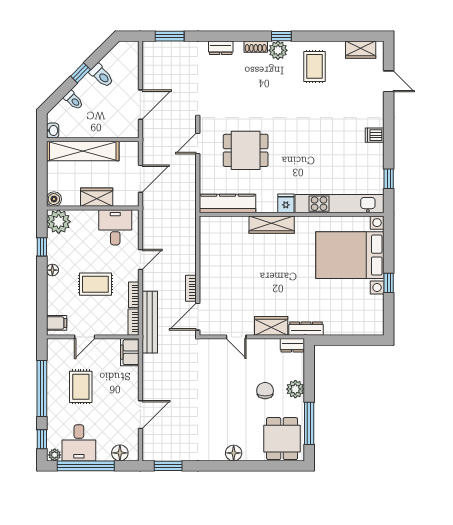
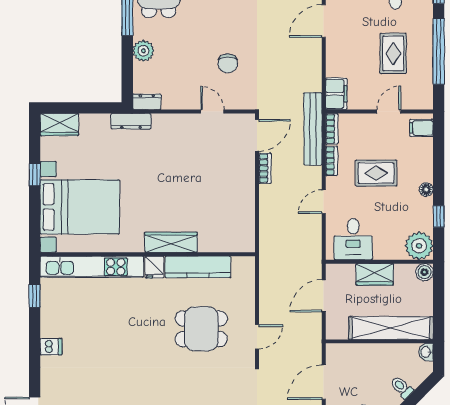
kitchen counter: (227, 203) -> (198, 267), moved
wardrobe: (271, 326) -> (59, 125), moved
chair: (265, 391) -> (228, 63), moved

